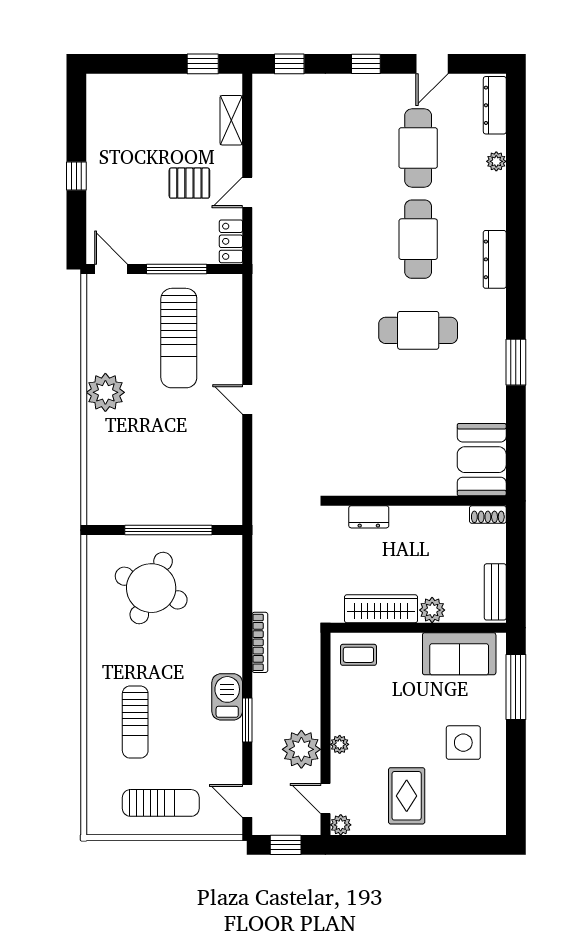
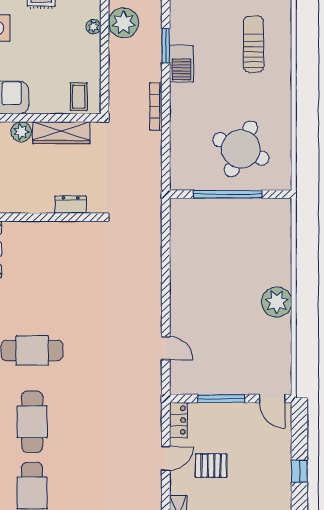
sun lounger: (179, 338) -> (219, 344), removed
door: (247, 399) -> (166, 348), moved
coffee table: (358, 655) -> (79, 97), turned 90

